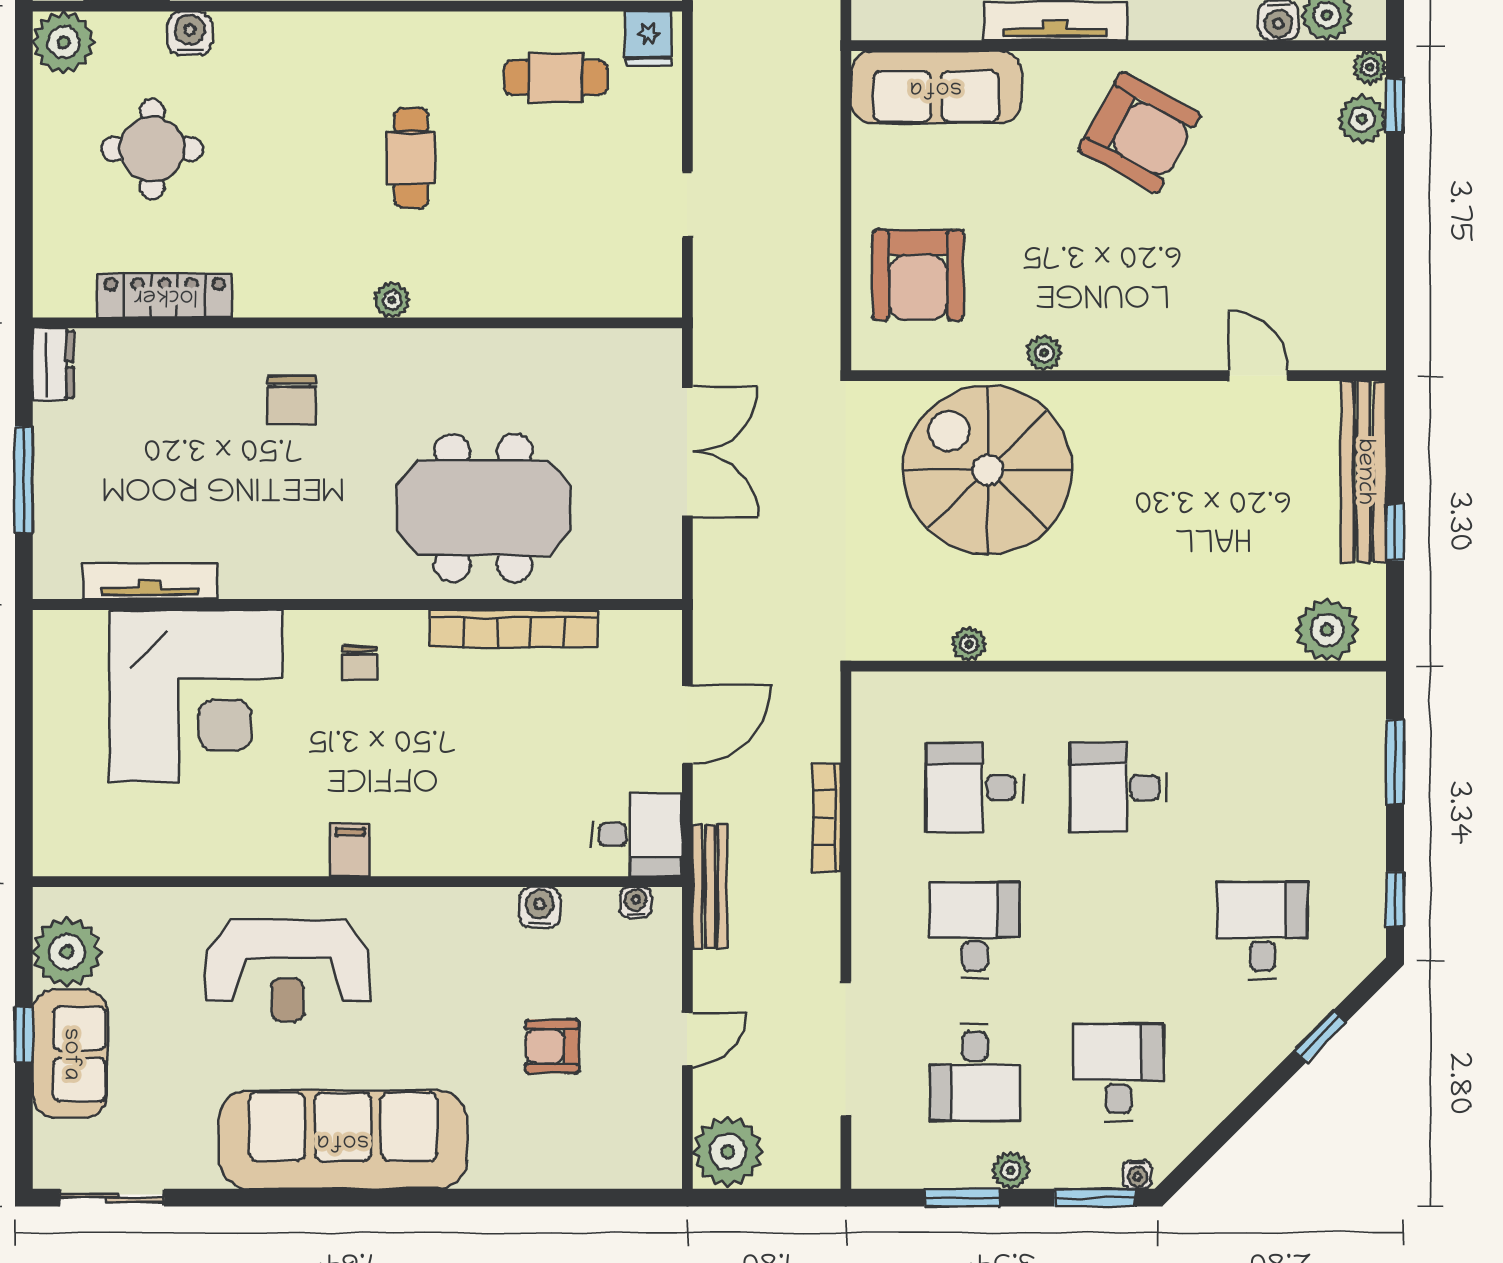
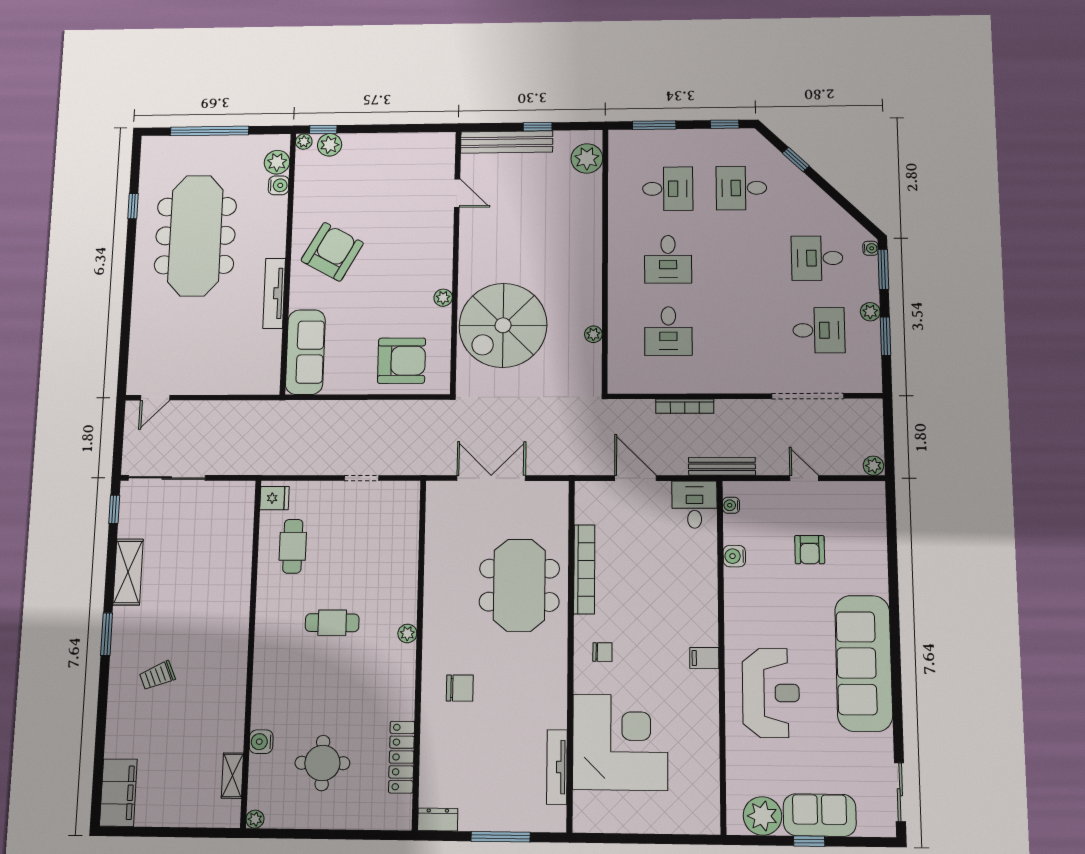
plant: (64, 42) -> (255, 819), width x0.53, depth x0.53
door: (1258, 376) -> (457, 193), swing flipped
desk: (975, 930) -> (668, 189), moved, turned 180
plant: (728, 1152) -> (873, 466), width x0.53, depth x0.53

